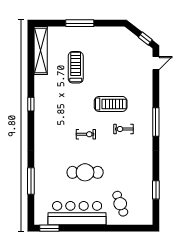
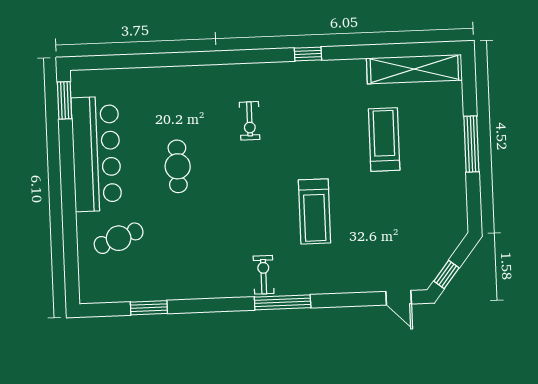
treadmill: (76, 67) -> (384, 140), turned -90
exercise bike: (123, 129) -> (264, 275), moved
exercise bike: (86, 134) -> (250, 121), moved
cafe table: (85, 172) -> (178, 166), width x0.73, depth x0.74
window: (31, 181) -> (156, 60), removed

